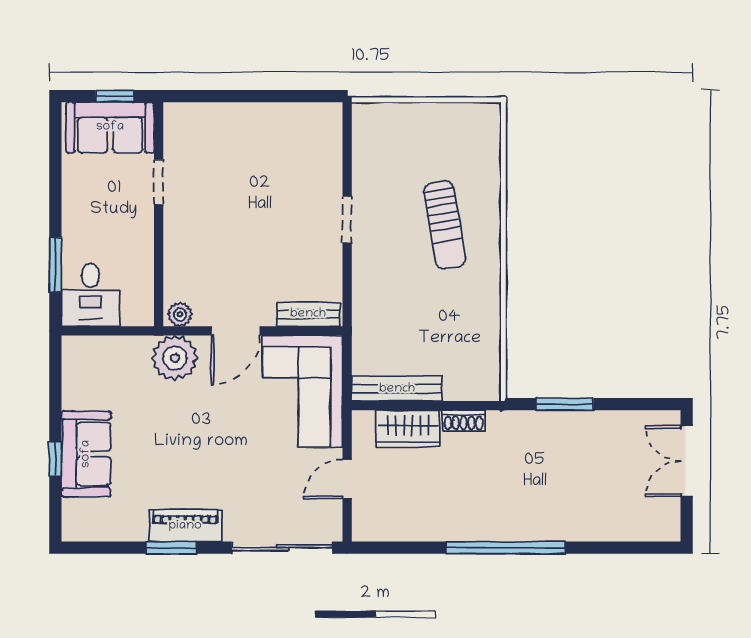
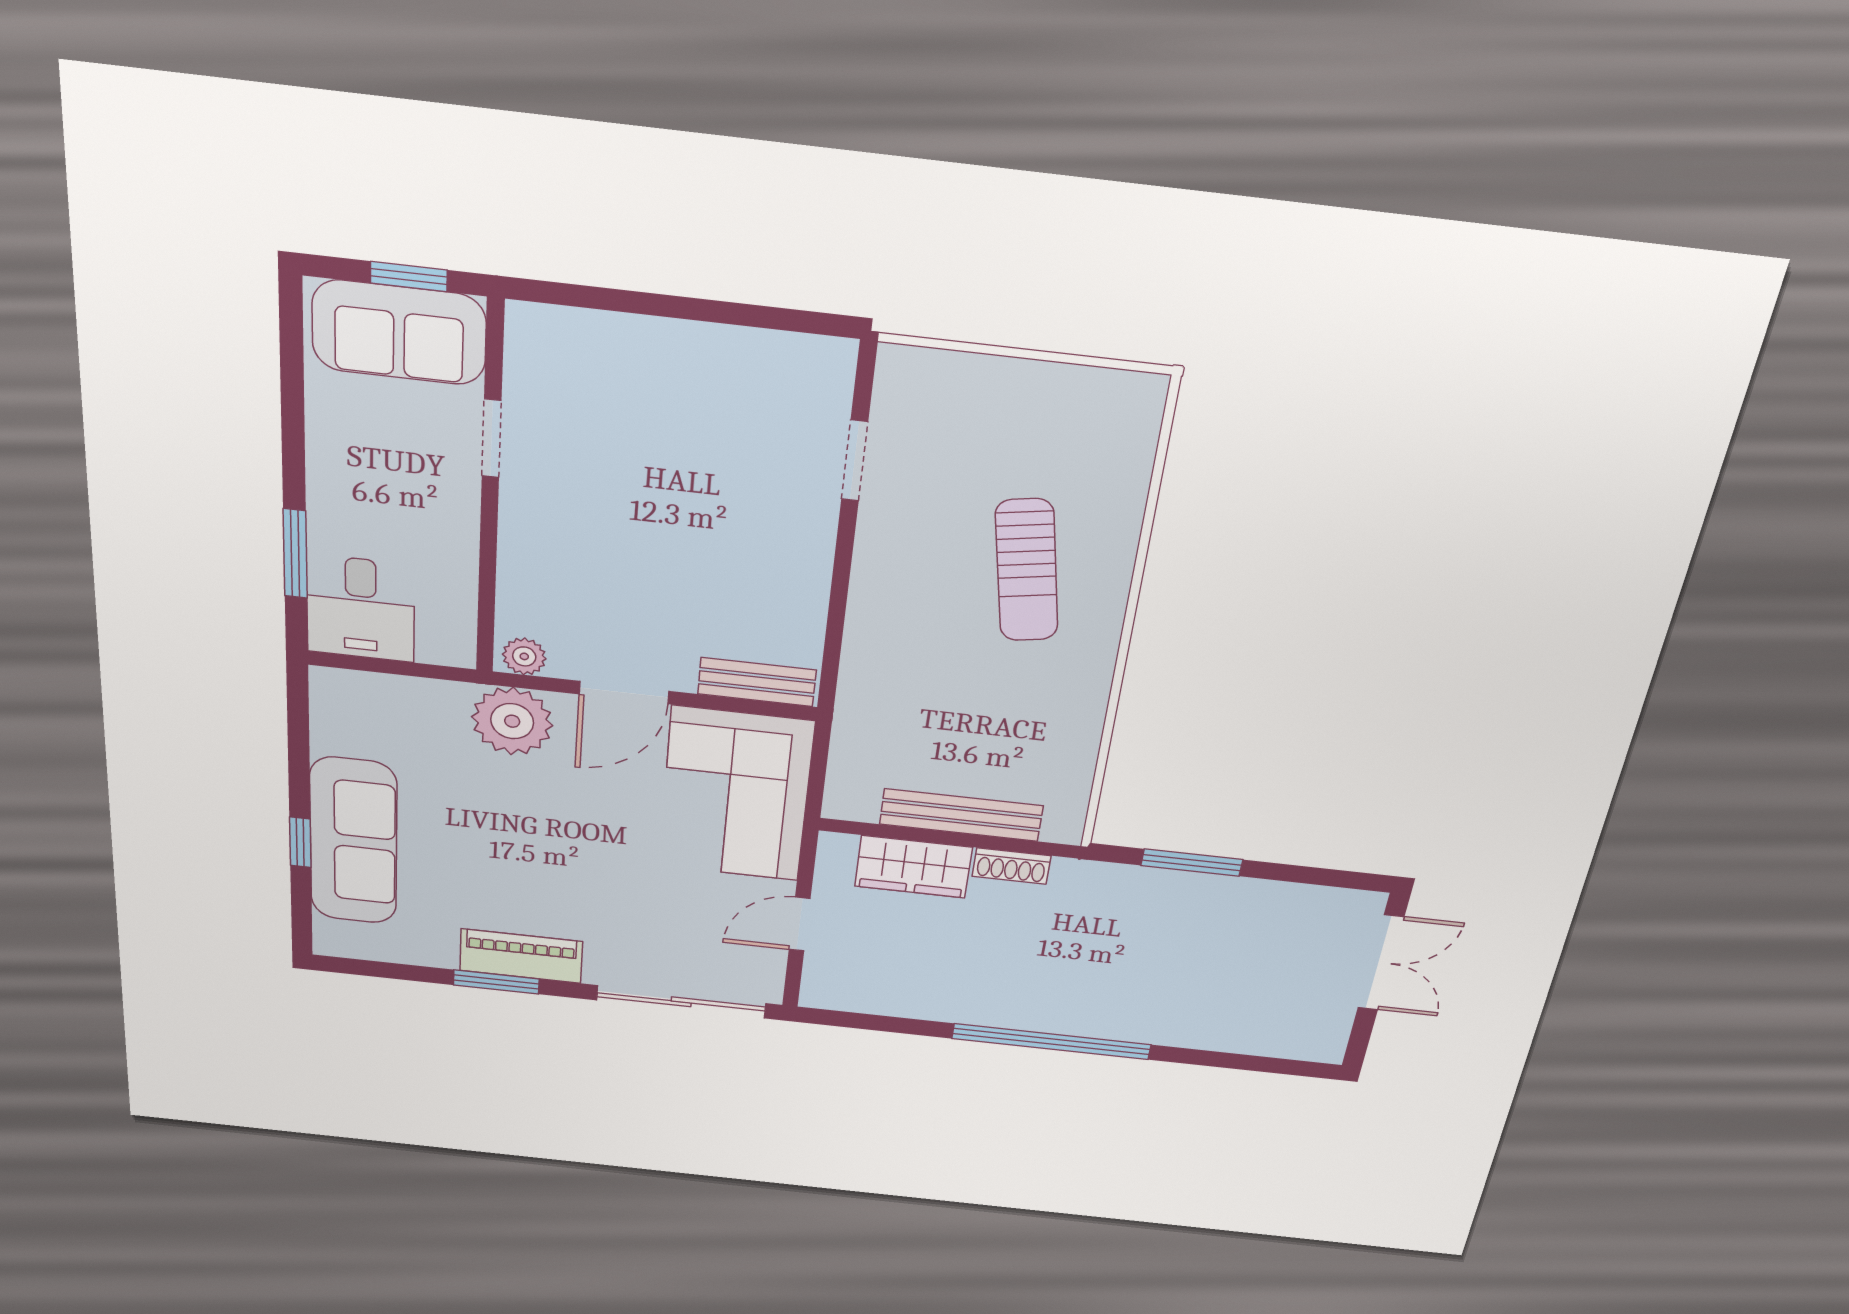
doorway: (347, 220) -> (855, 461), moved
bench: (397, 389) -> (961, 815), moved
sofa: (86, 454) -> (354, 841), width x1.36
double door: (687, 461) -> (1381, 963), swing flipped

